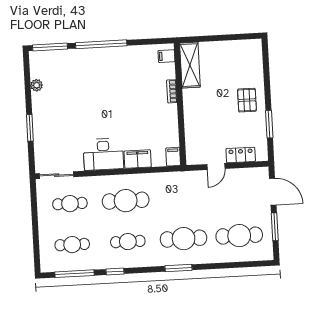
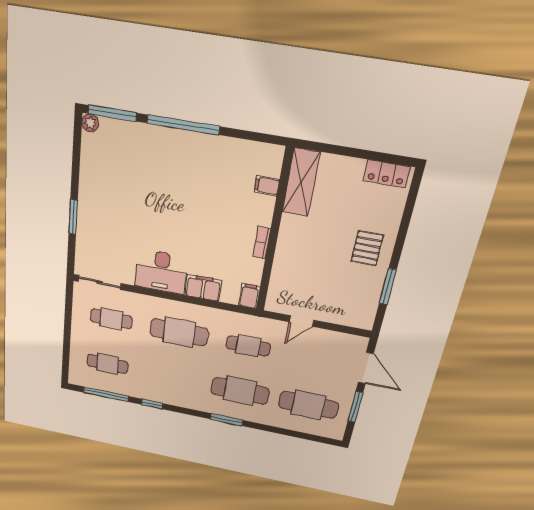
filing cabinet: (166, 56) -> (267, 186), moved
plant: (37, 85) -> (90, 123), moved
bookcase: (172, 91) -> (262, 243), moved
locker: (241, 155) -> (387, 174), moved, turned 180
cafe table: (128, 242) -> (248, 346), moved

